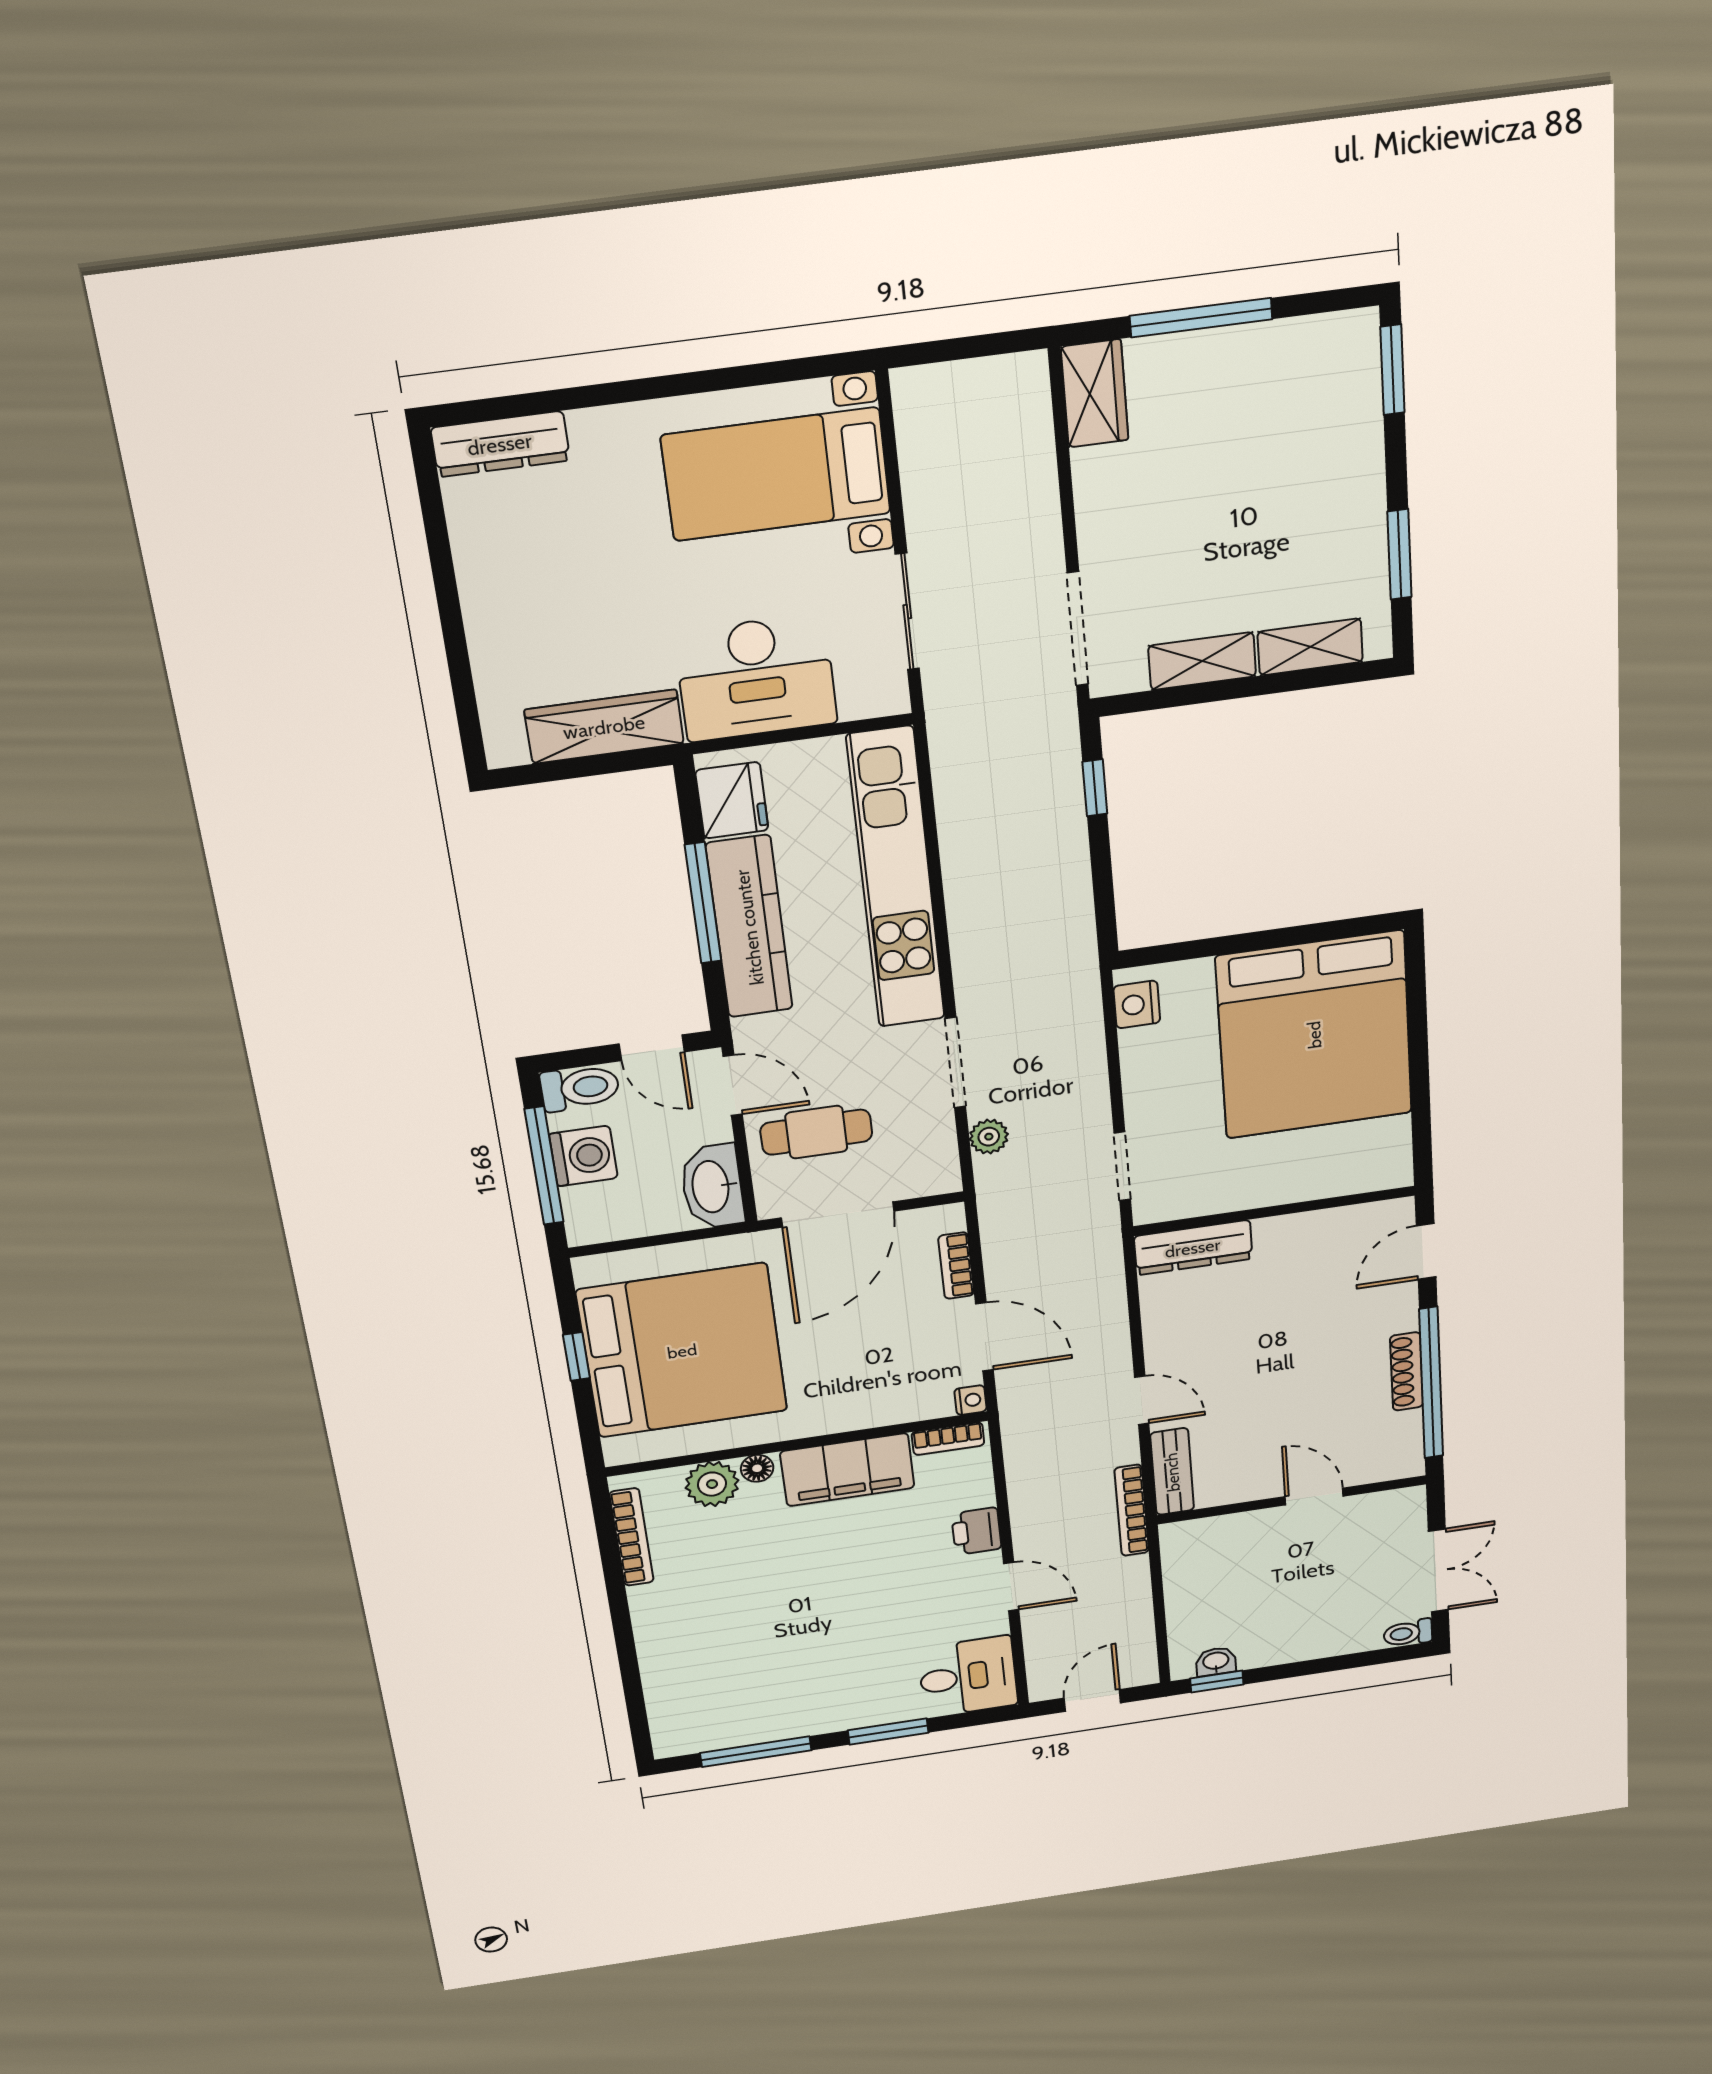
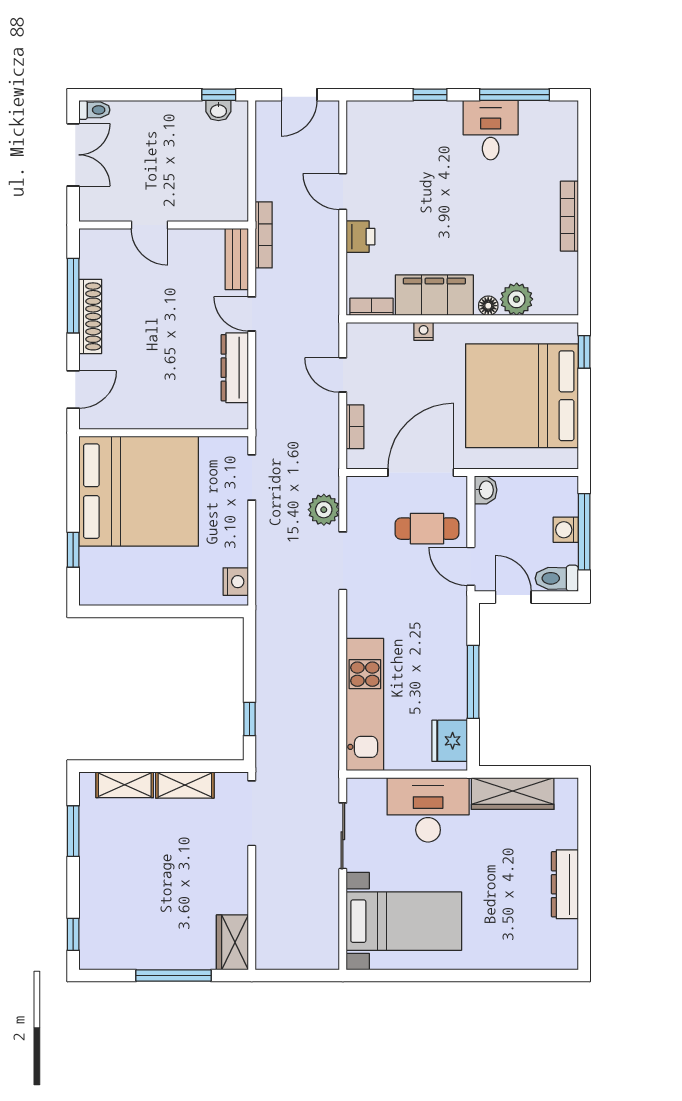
window: (1392, 370) -> (73, 934), width x0.67
dresser: (500, 444) -> (565, 884), moved, turned -90
kitchen unit: (896, 879) -> (365, 705), width x0.73
kitchen counter: (749, 927) -> (449, 664), removed
window: (1417, 1015) -> (73, 550), added
bed: (1314, 1035) -> (139, 491), moved, turned 90
plant: (989, 1137) -> (324, 510), width x1.38, depth x1.38
washing machine: (583, 1156) -> (566, 530), width x0.73, depth x0.73
washbasin: (712, 1187) -> (486, 490), width x0.52, depth x0.69
dresser: (1193, 1248) -> (235, 368), moved, turned -90
door: (985, 1337) -> (343, 375), width x0.73
window: (576, 1357) -> (584, 352), moved
shoe rack: (1407, 1371) -> (90, 316), width x1.36, depth x1.24
window: (1431, 1383) -> (73, 296), width x0.68
nightstand: (970, 1400) -> (424, 331), moved, turned 90
bookcase: (632, 1537) -> (569, 216), moved
double door: (1438, 1571) -> (73, 155), swing flipped
desk: (968, 1677) -> (491, 130), moved, turned 90
window: (888, 1732) -> (430, 95), width x0.67

